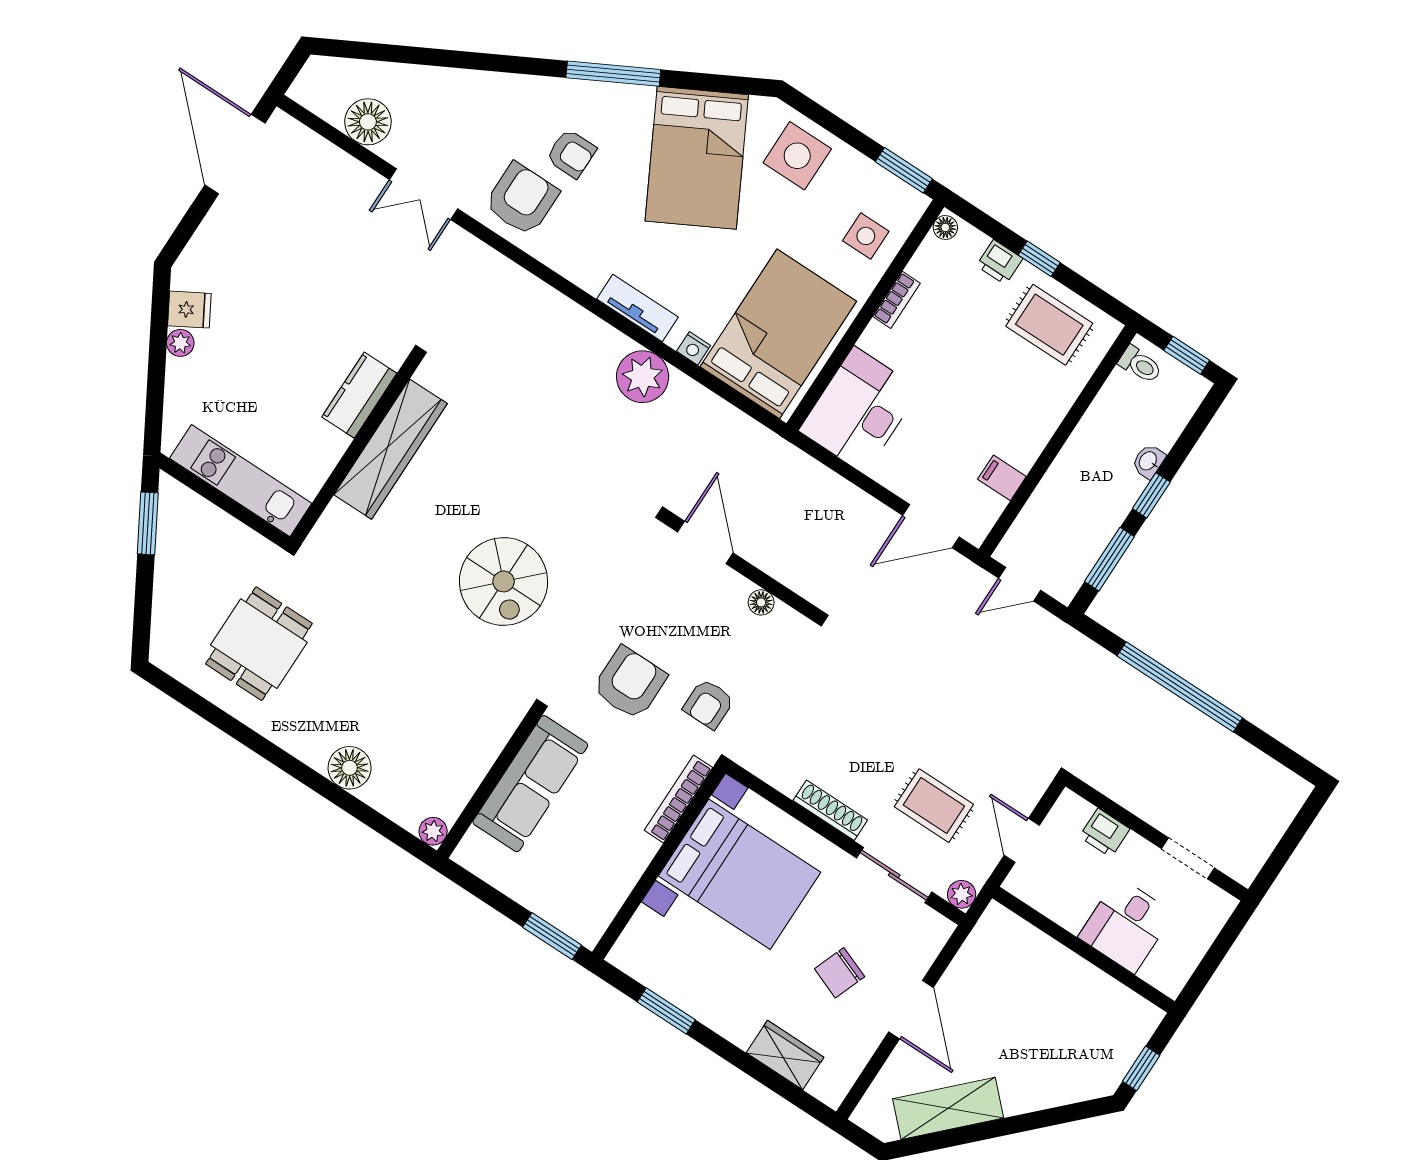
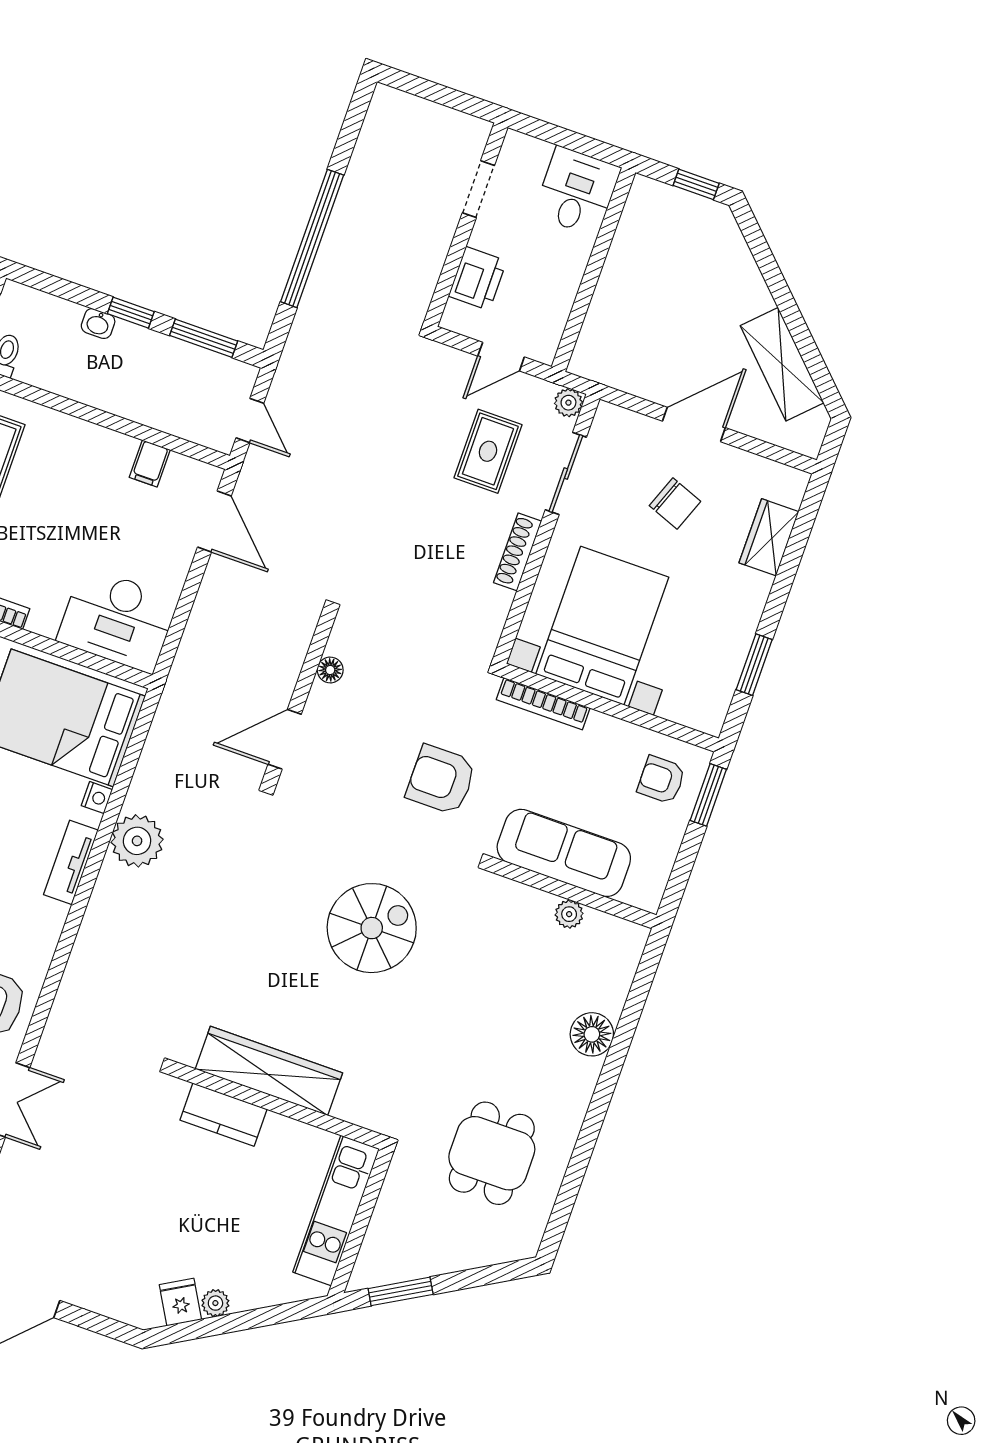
dining table: (259, 644) -> (492, 1153), turned 90
armchair: (709, 704) -> (661, 780), moved, turned 180
plant: (433, 831) -> (569, 914), moved
printer: (1105, 833) -> (478, 278), width x1.36, depth x1.24
desk: (1126, 925) -> (577, 191), moved, turned -90

